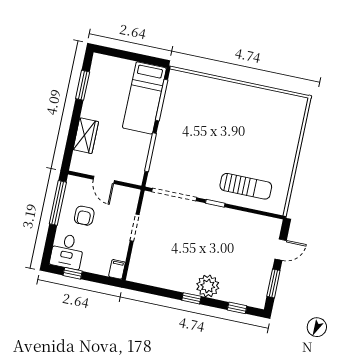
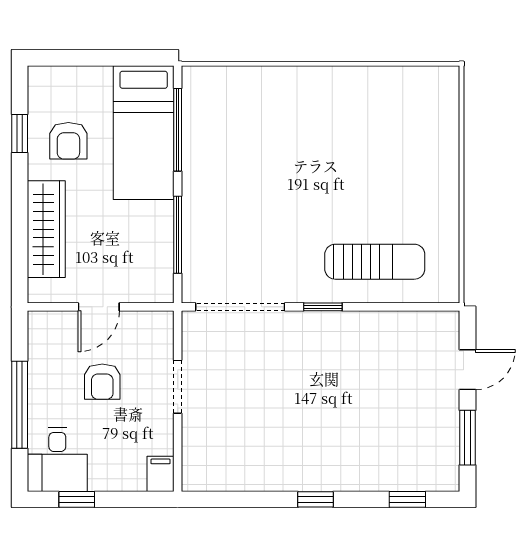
window: (83, 85) -> (20, 133), width x0.67
armchair: (106, 94) -> (68, 141), added
wardrobe: (86, 136) -> (46, 229), width x1.50
door: (104, 180) -> (99, 307), hinge flipped
window: (58, 203) -> (20, 405), moved
armchair: (84, 216) -> (102, 382), moved
plant: (208, 286) -> (342, 469), removed

